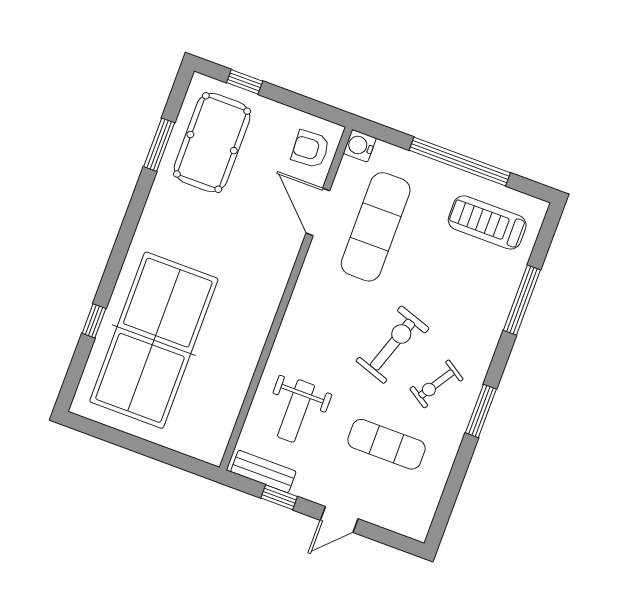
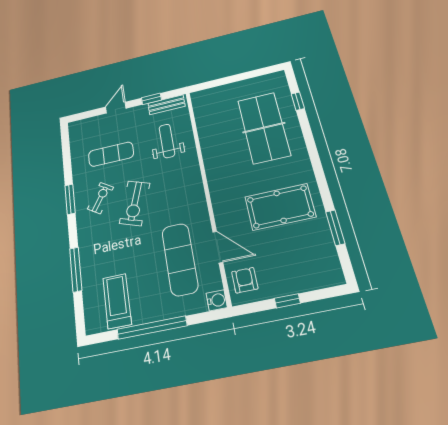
window: (245, 82) -> (287, 301), moved
pool table: (212, 143) -> (280, 207), moved, turned 90
armchair: (310, 149) -> (245, 280), turned -87
treadmill: (487, 222) -> (117, 301), turned -90
window: (94, 321) -> (298, 101), moved
table tennis table: (154, 340) -> (264, 128), width x0.73, depth x0.76

